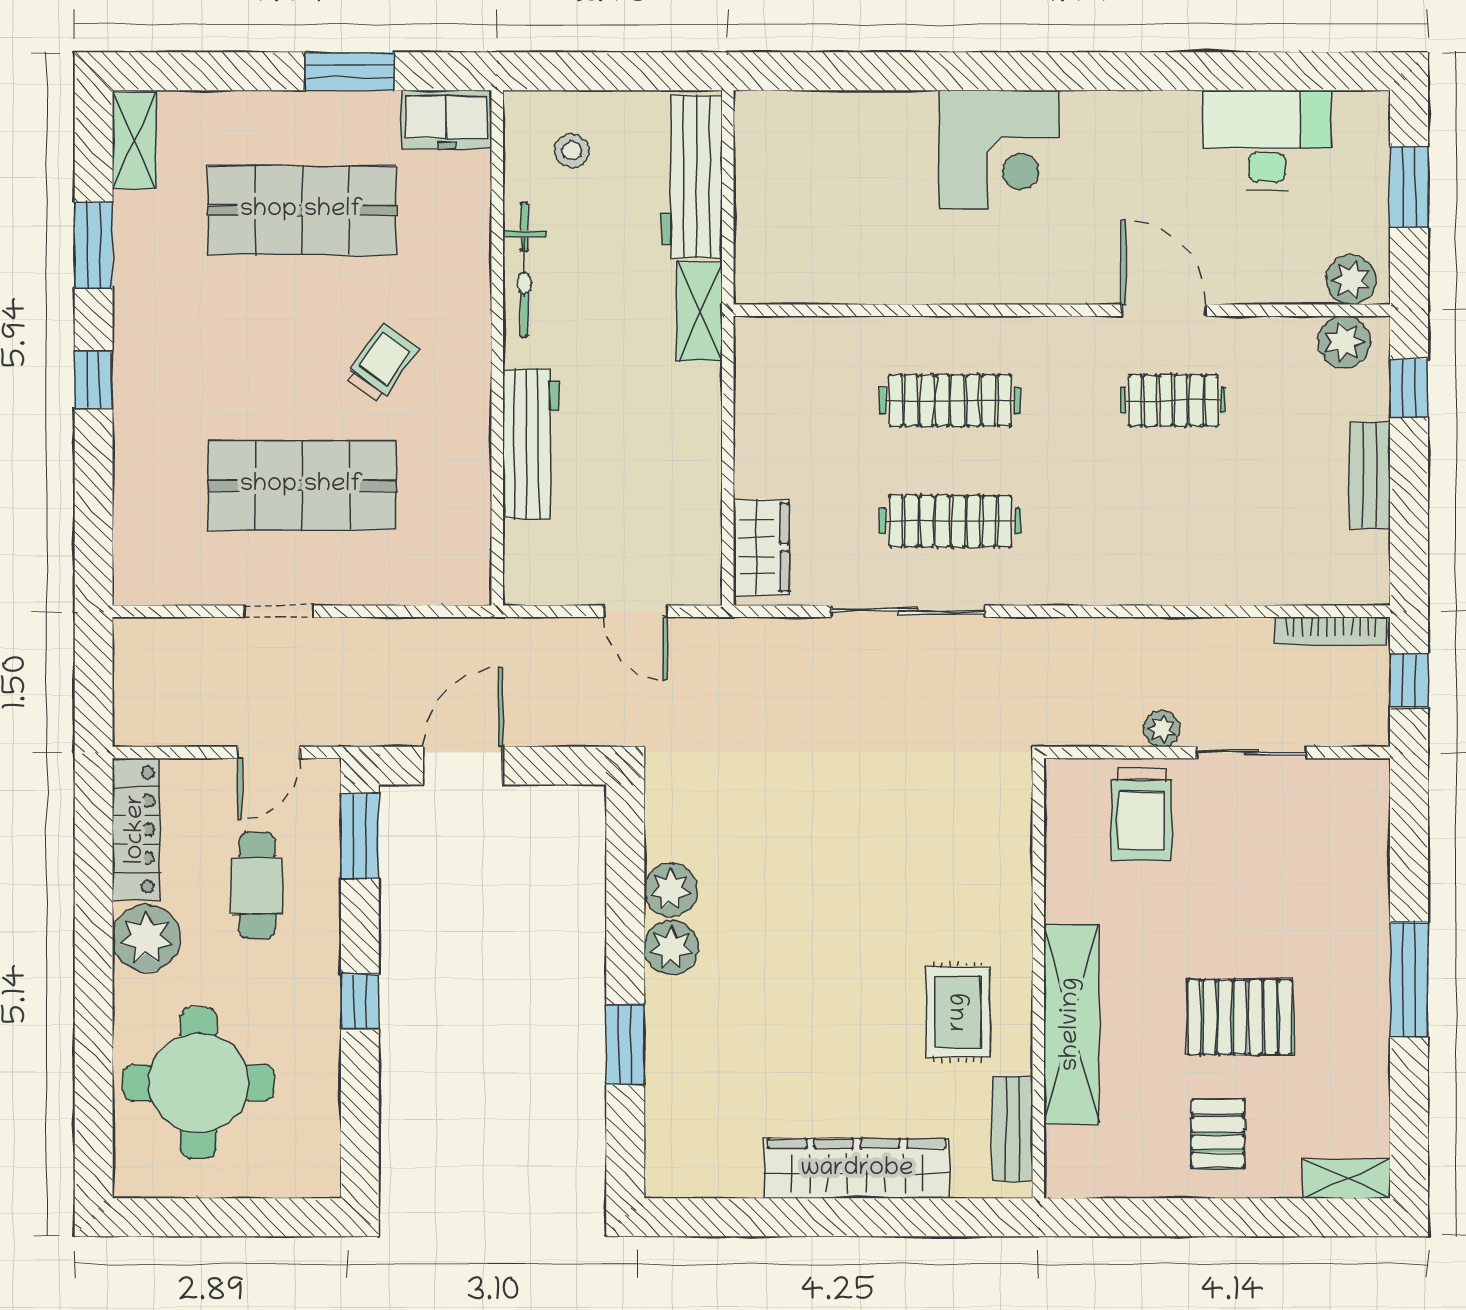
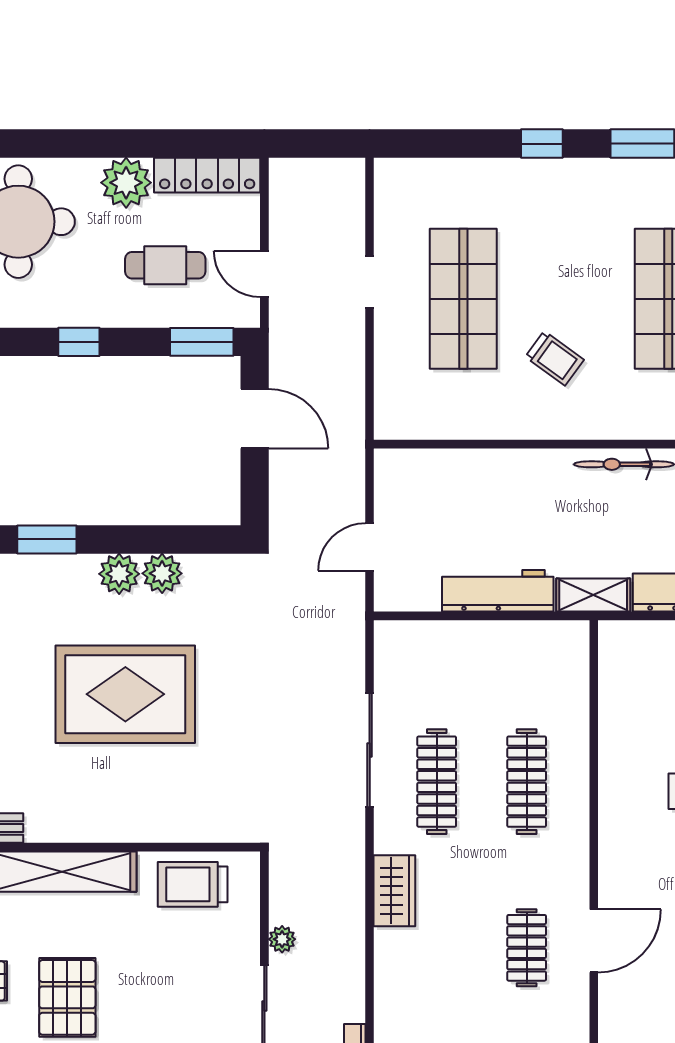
workbench: (531, 444) -> (498, 591), moved, turned 180
wardrobe: (761, 547) -> (394, 891), moved, turned -90
trolley: (1142, 814) -> (193, 884), moved
rug: (958, 1012) -> (125, 694), moved, width x1.86, depth x2.06

